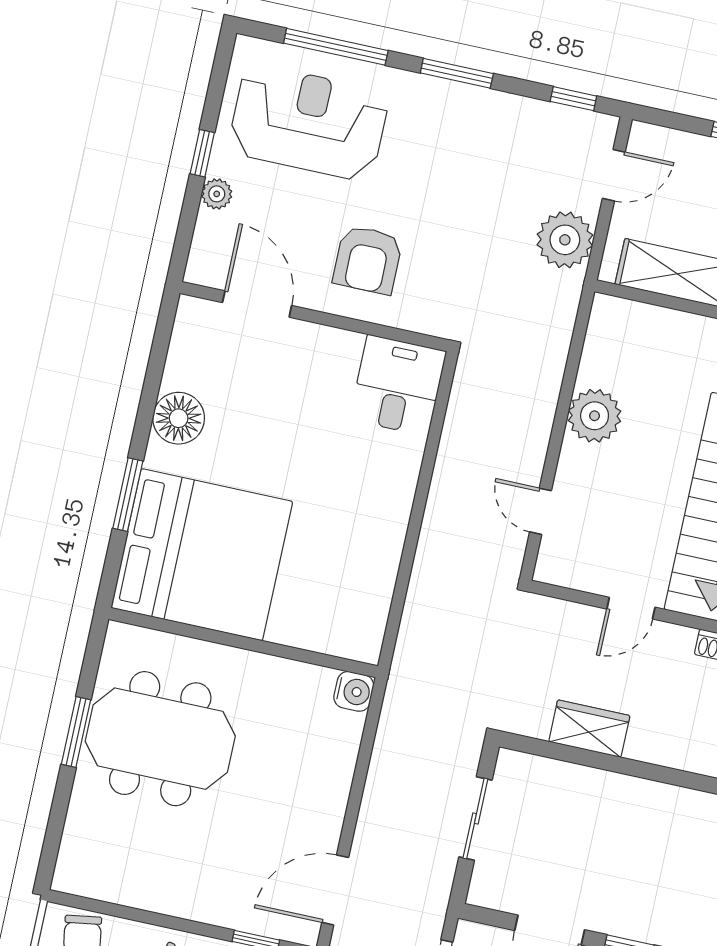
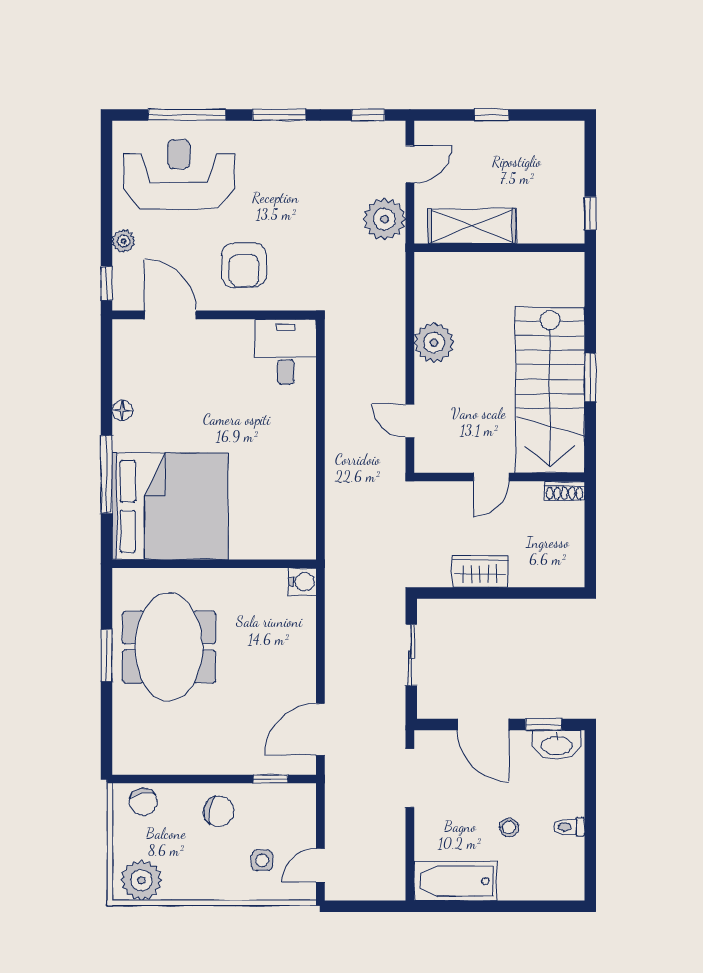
window: (202, 153) -> (106, 283), moved
floor lamp: (179, 418) -> (122, 411), width x0.53, depth x0.53
window: (128, 495) -> (106, 474), width x1.44
meeting table: (160, 739) -> (169, 647), turned 90

